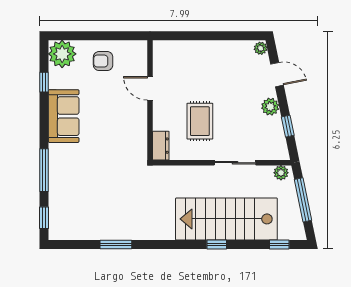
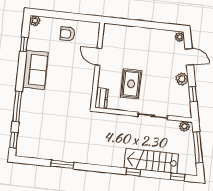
plant: (62, 54) -> (35, 21), width x0.53, depth x0.53
stairs: (226, 219) -> (151, 161), width x0.73, depth x0.66

